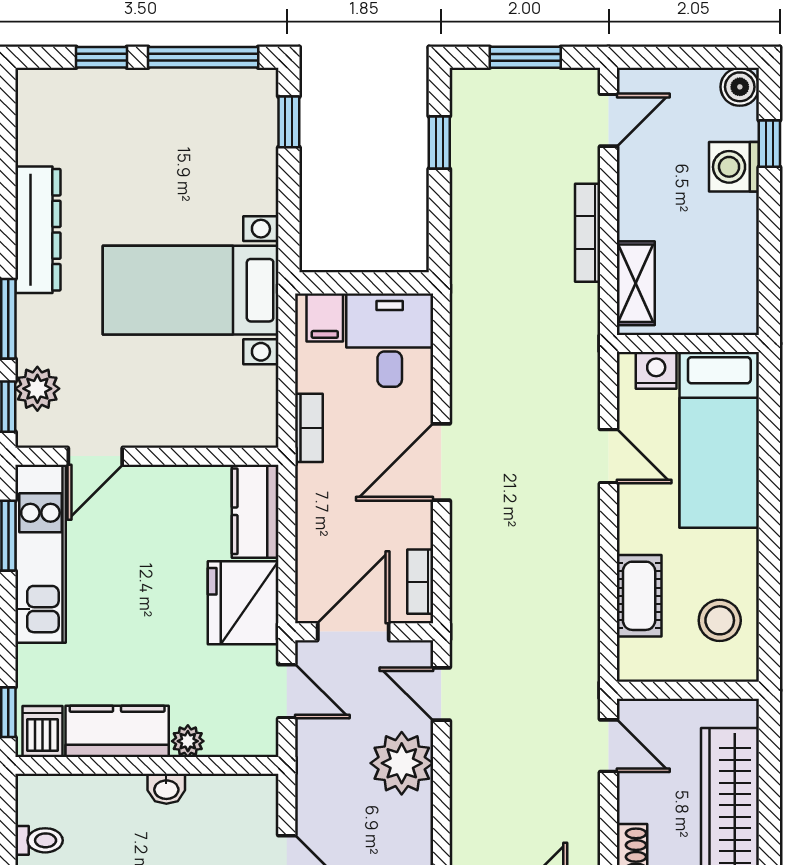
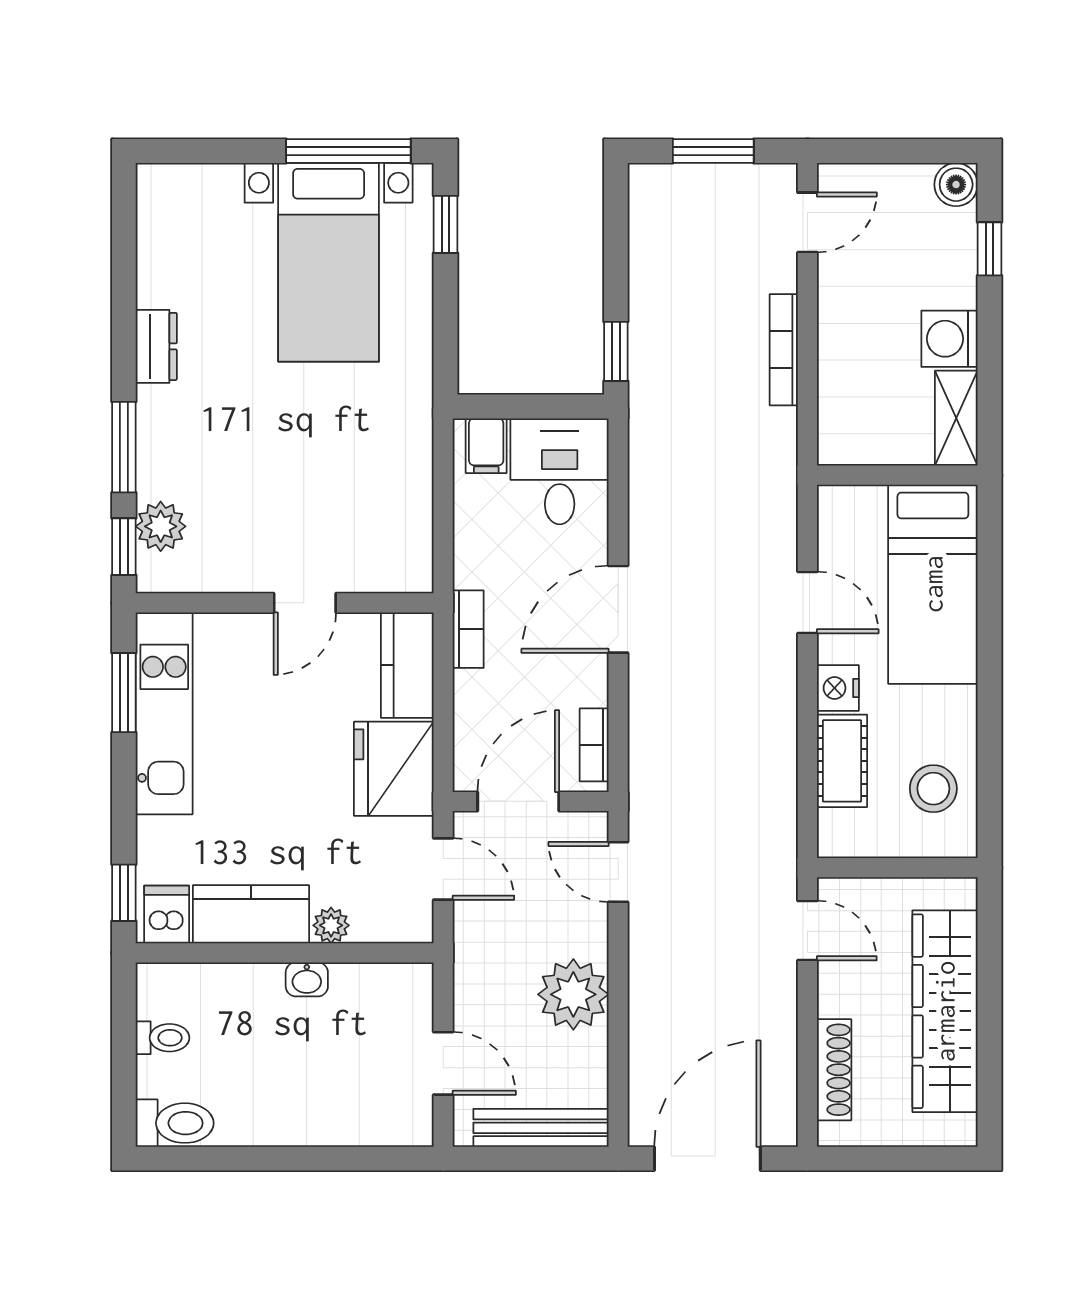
window: (102, 57) -> (233, 151), removed
window: (439, 143) -> (616, 351), moved
washing machine: (734, 167) -> (950, 339), moved
dresser: (38, 230) -> (156, 346), width x0.51, depth x0.80
shelving: (636, 283) -> (956, 418), moved
bed with nightstands: (191, 290) -> (329, 262), moved, turned -90
nightstand: (656, 370) -> (838, 688), moved, turned -90
bookcase: (309, 428) -> (468, 629), moved
door: (95, 456) -> (305, 603), moved
plant: (402, 763) -> (573, 994), moved

